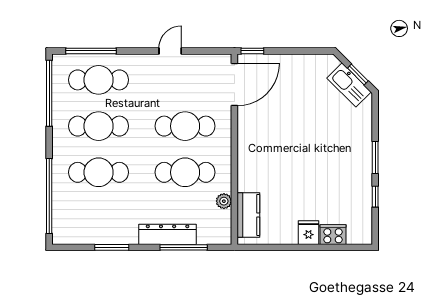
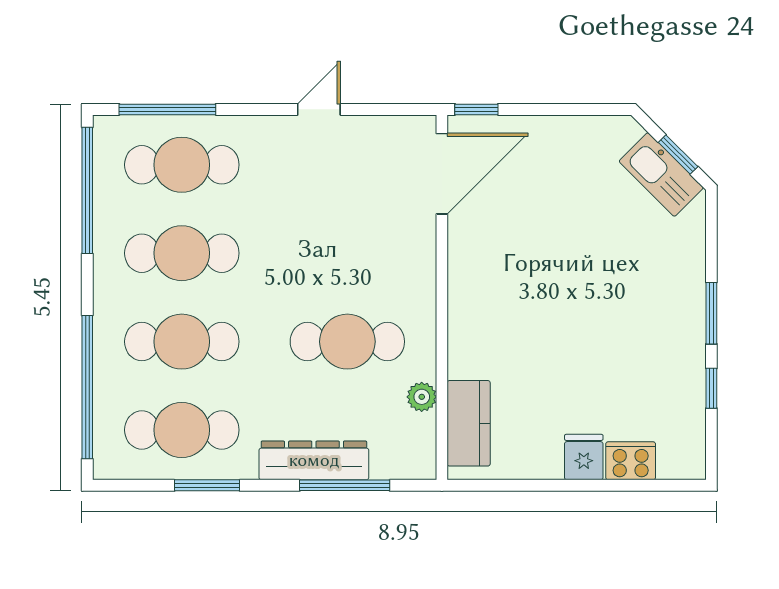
cafe table: (185, 126) -> (182, 430), moved

